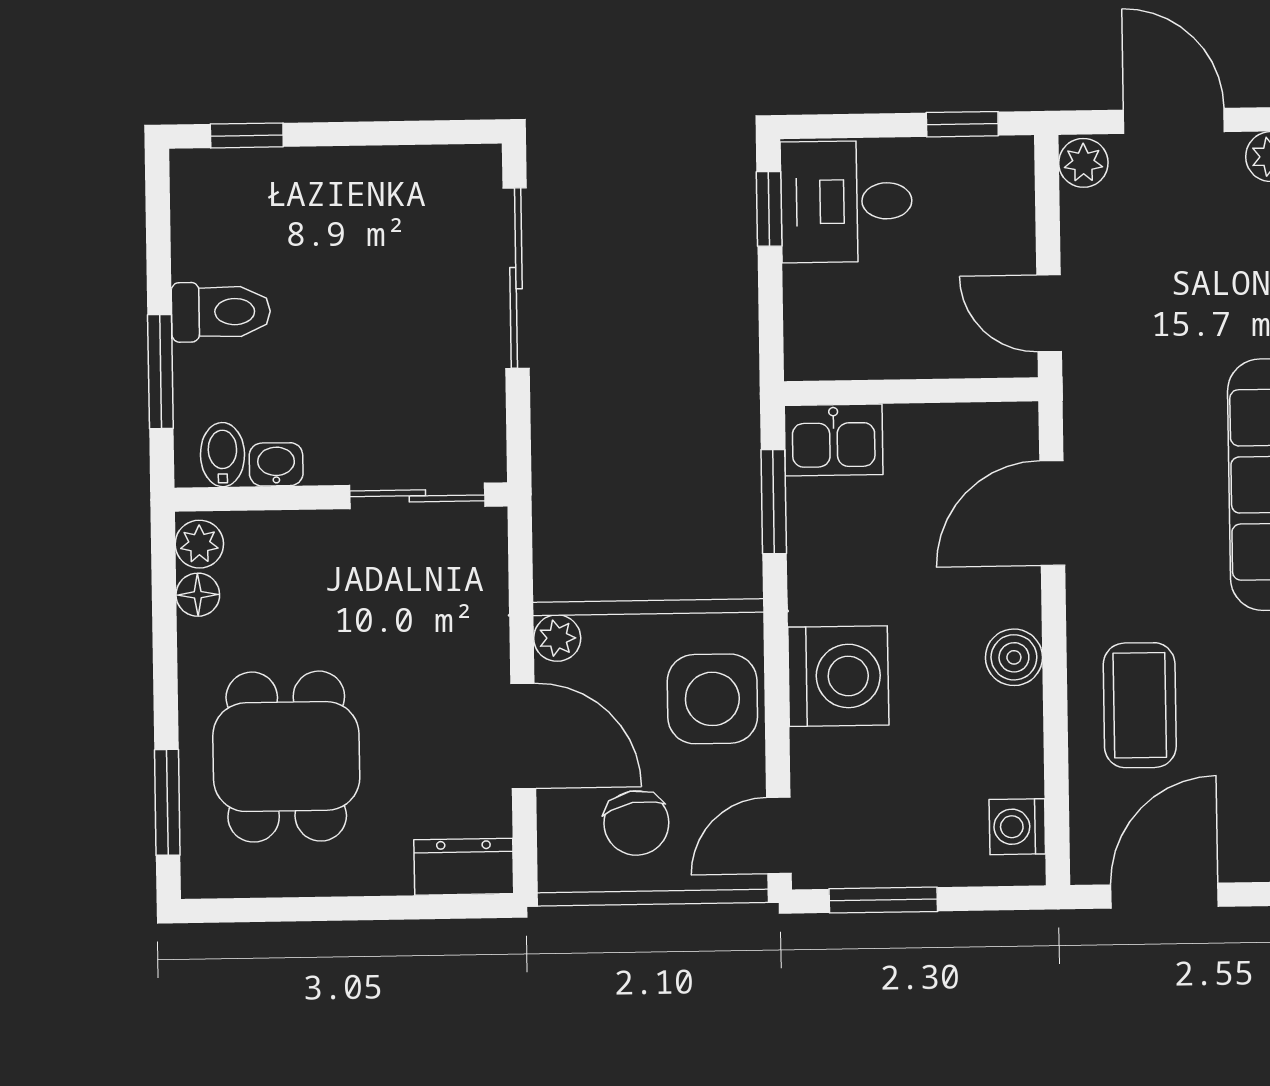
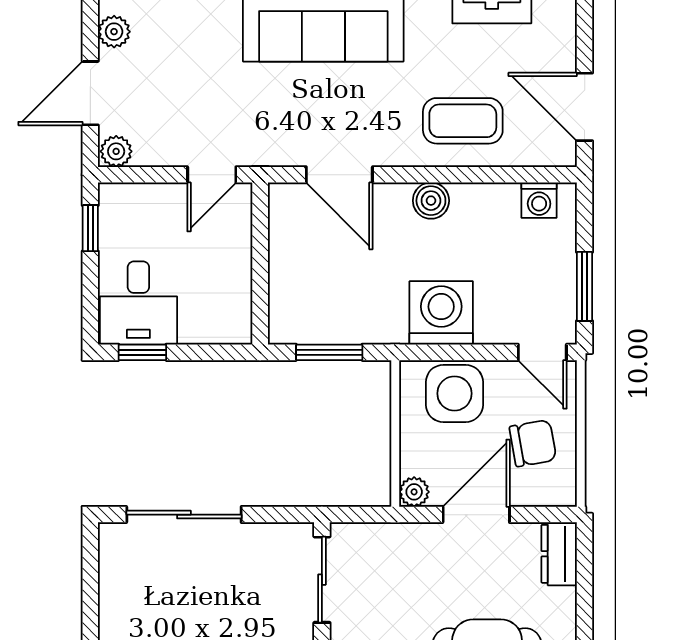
kitchen sink: (834, 440) -> (290, 314), removed

